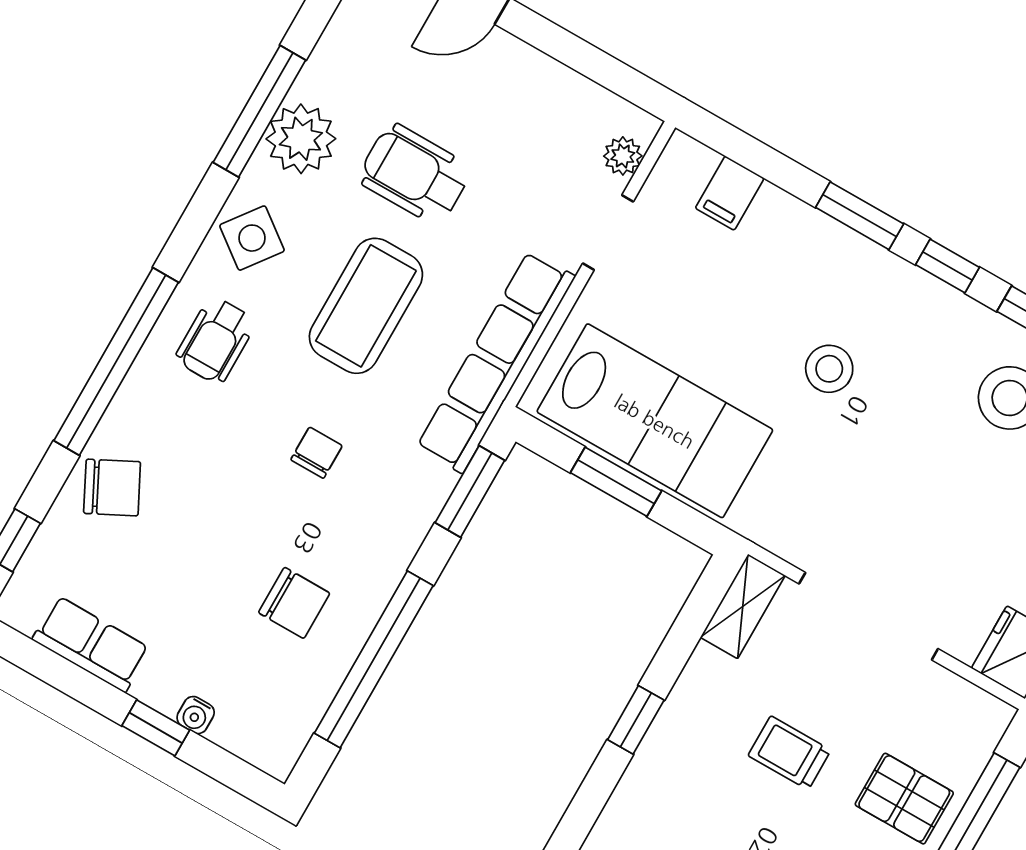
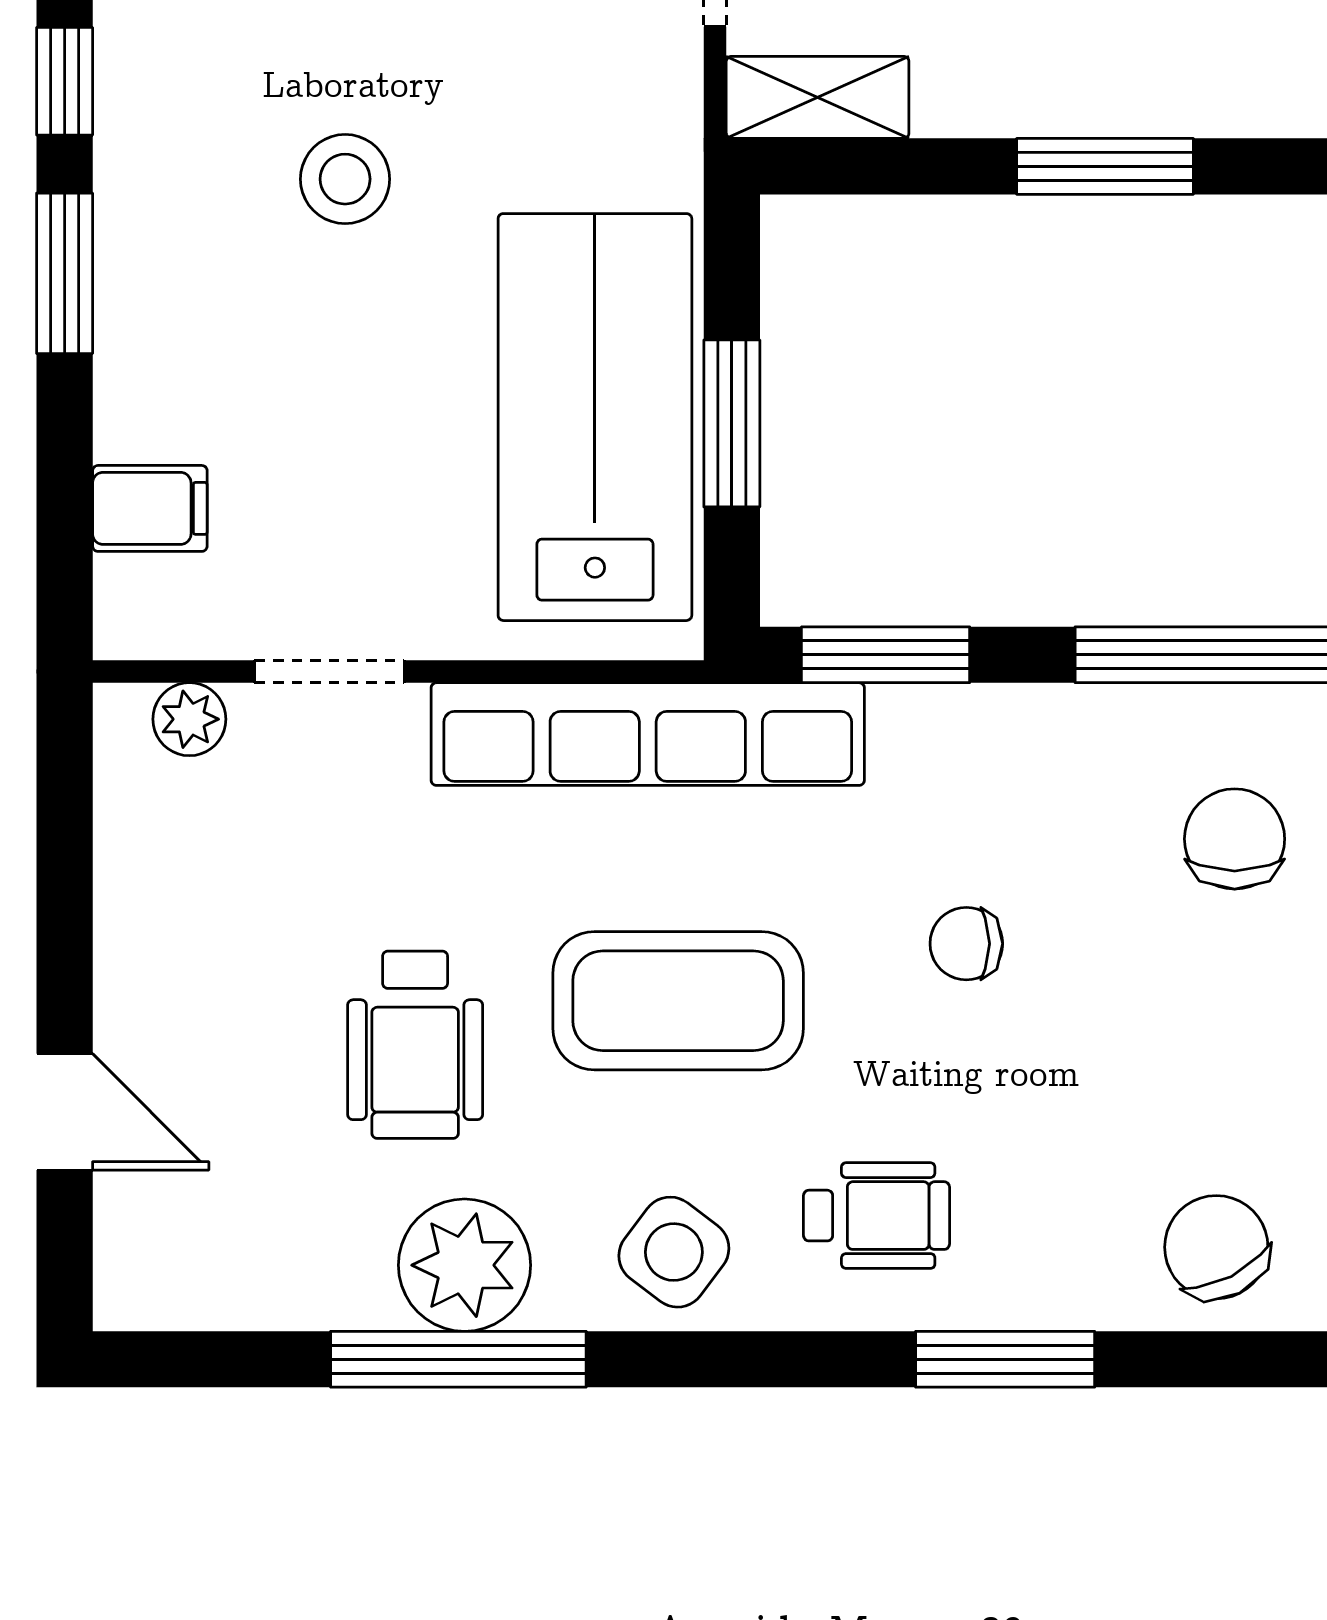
window: (116, 362) -> (1005, 1359), width x0.47
window: (636, 720) -> (1105, 166), width x1.50

